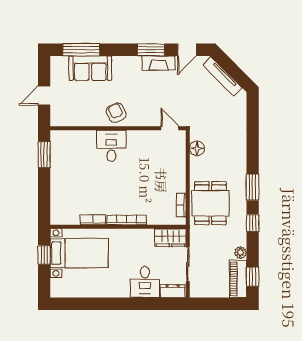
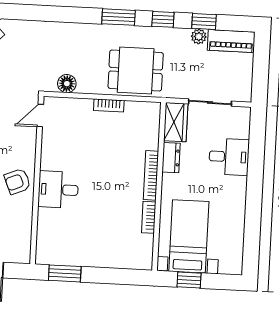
bookcase: (181, 205) -> (109, 105), moved
window: (253, 277) -> (204, 22), moved
dresser: (173, 291) -> (171, 158), moved, turned 180

